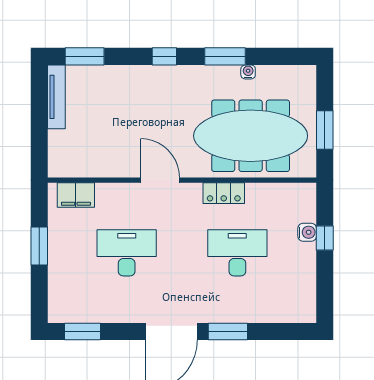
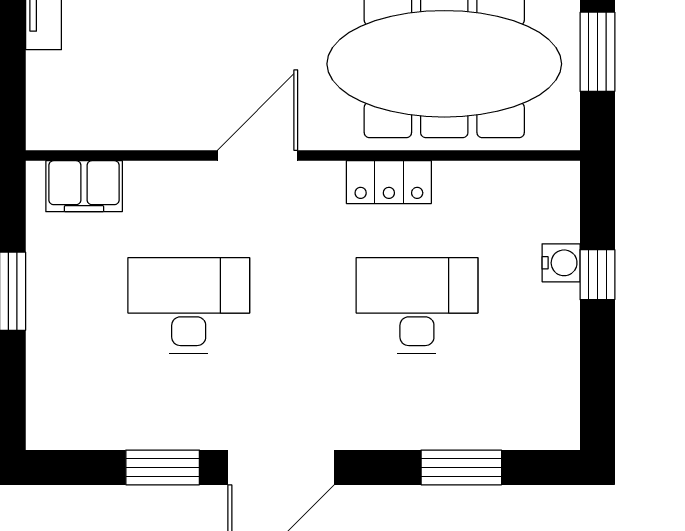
door: (160, 180) -> (257, 156), hinge flipped
window: (82, 331) -> (163, 467), moved
window: (228, 331) -> (461, 467), moved

